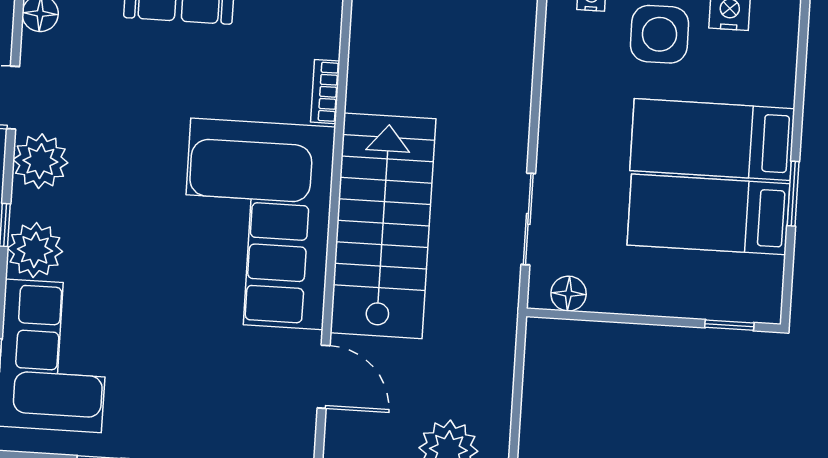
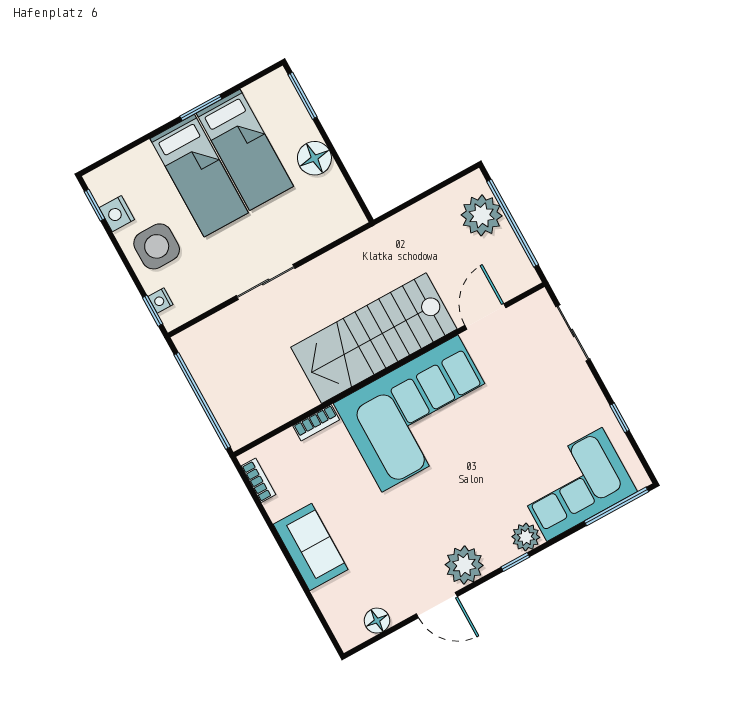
sliding door: (528, 219) -> (266, 282), moved
plant: (35, 250) -> (526, 537), width x0.73, depth x0.73
floor lamp: (569, 294) -> (314, 158), moved, width x1.38, depth x1.38
window: (729, 325) -> (303, 96), width x1.50

